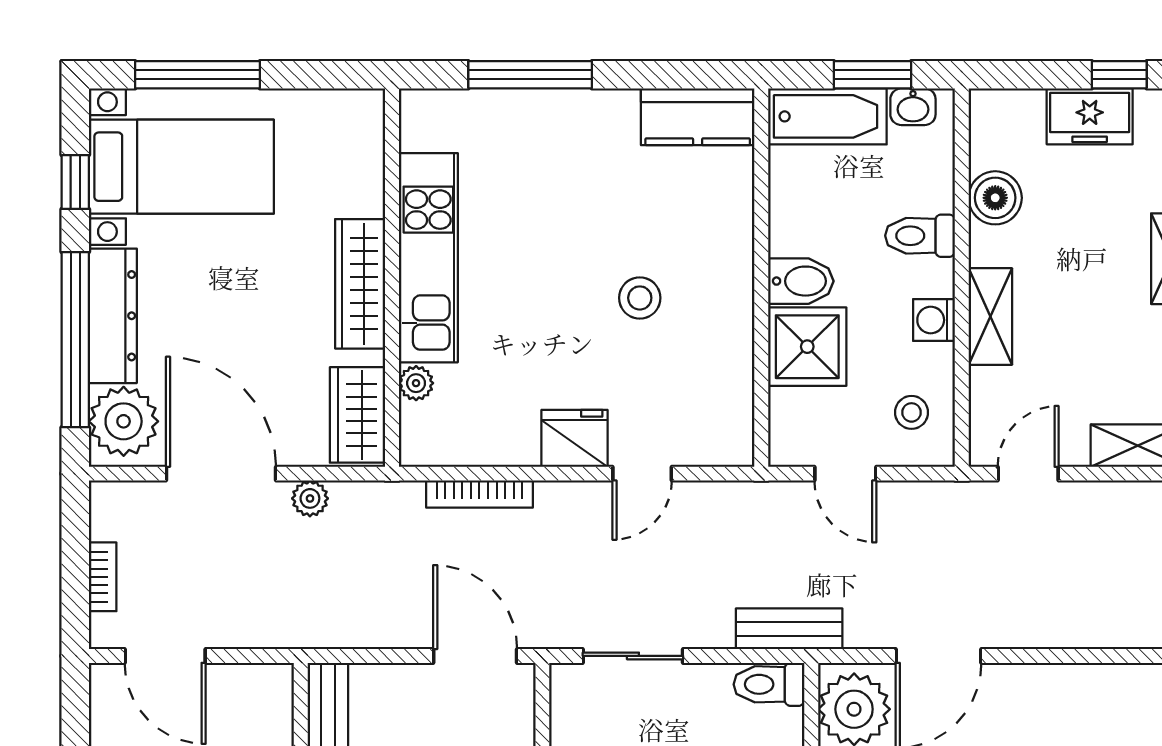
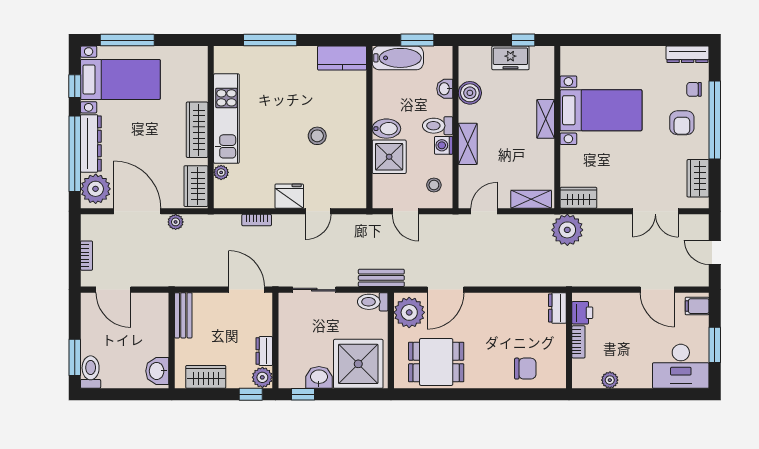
washbasin: (913, 107) -> (445, 89), moved, turned 90
toilet: (920, 236) -> (438, 126), moved
bookcase: (479, 494) -> (257, 220), width x0.64

